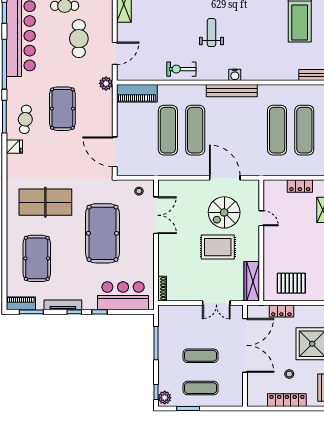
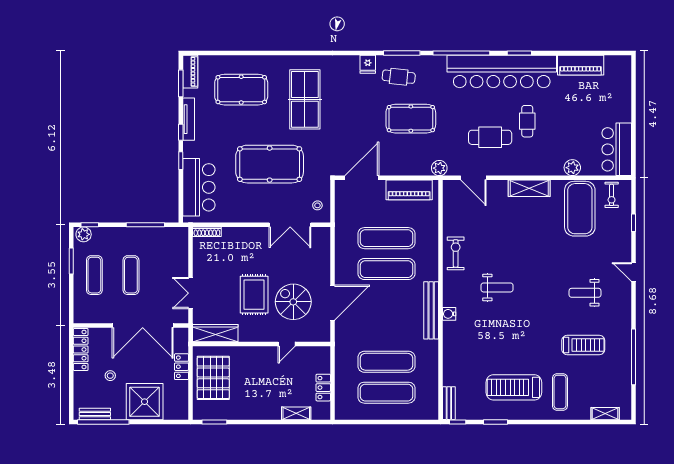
piano: (137, 93) -> (409, 190), moved, turned -90
pallet: (291, 283) -> (213, 378), width x1.37, depth x1.41
locker: (287, 400) -> (81, 349), moved

